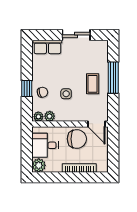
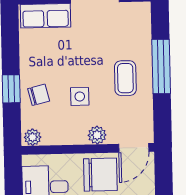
plant: (50, 116) -> (97, 135), moved
door: (96, 124) -> (134, 148), hinge flipped

